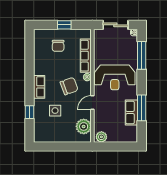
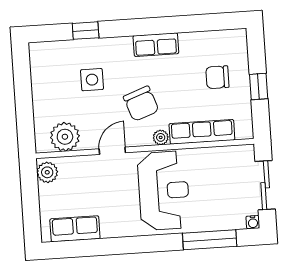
reception desk: (115, 77) -> (164, 191), turned 180
row of seats: (39, 87) -> (156, 45), moved
door: (92, 103) -> (112, 151), hinge flipped
window: (142, 108) -> (108, 246), removed
row of seats: (131, 113) -> (75, 229), moved

